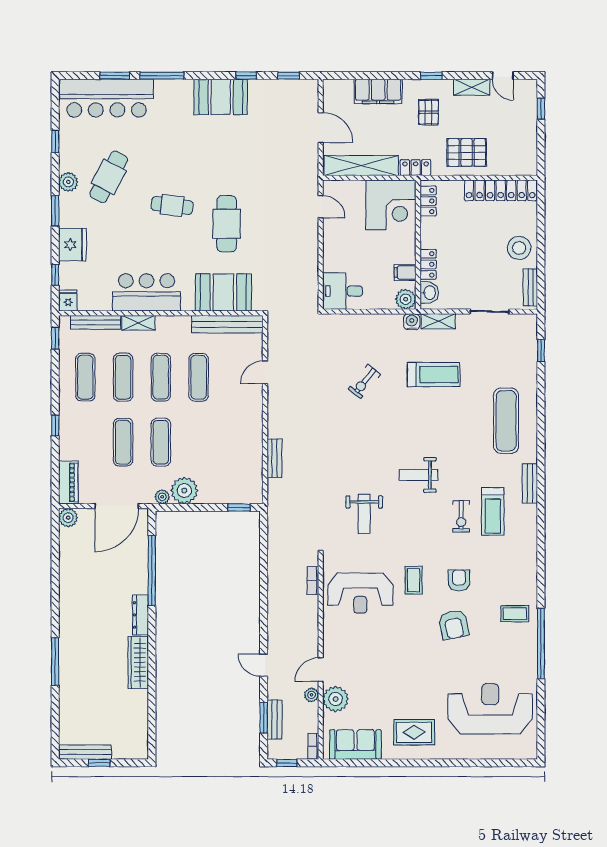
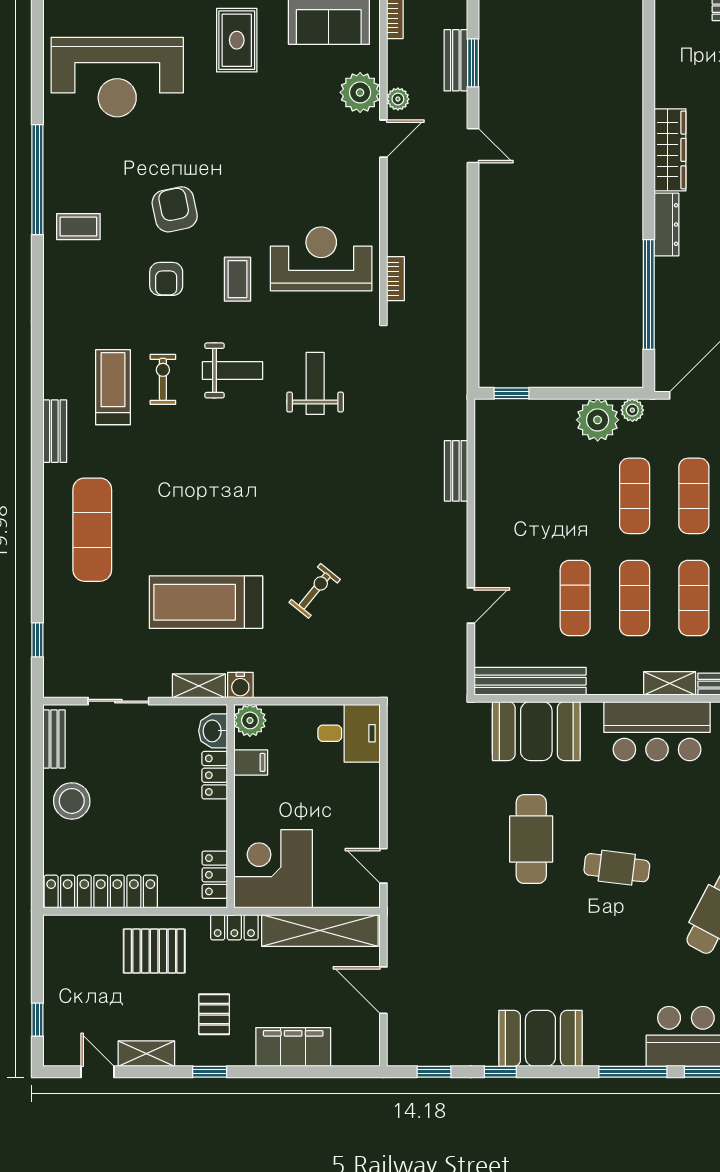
treadmill: (434, 375) -> (206, 602), width x1.37, depth x1.38
weight bench: (418, 475) -> (233, 370), moved
rug: (414, 732) -> (237, 40), turned 90

